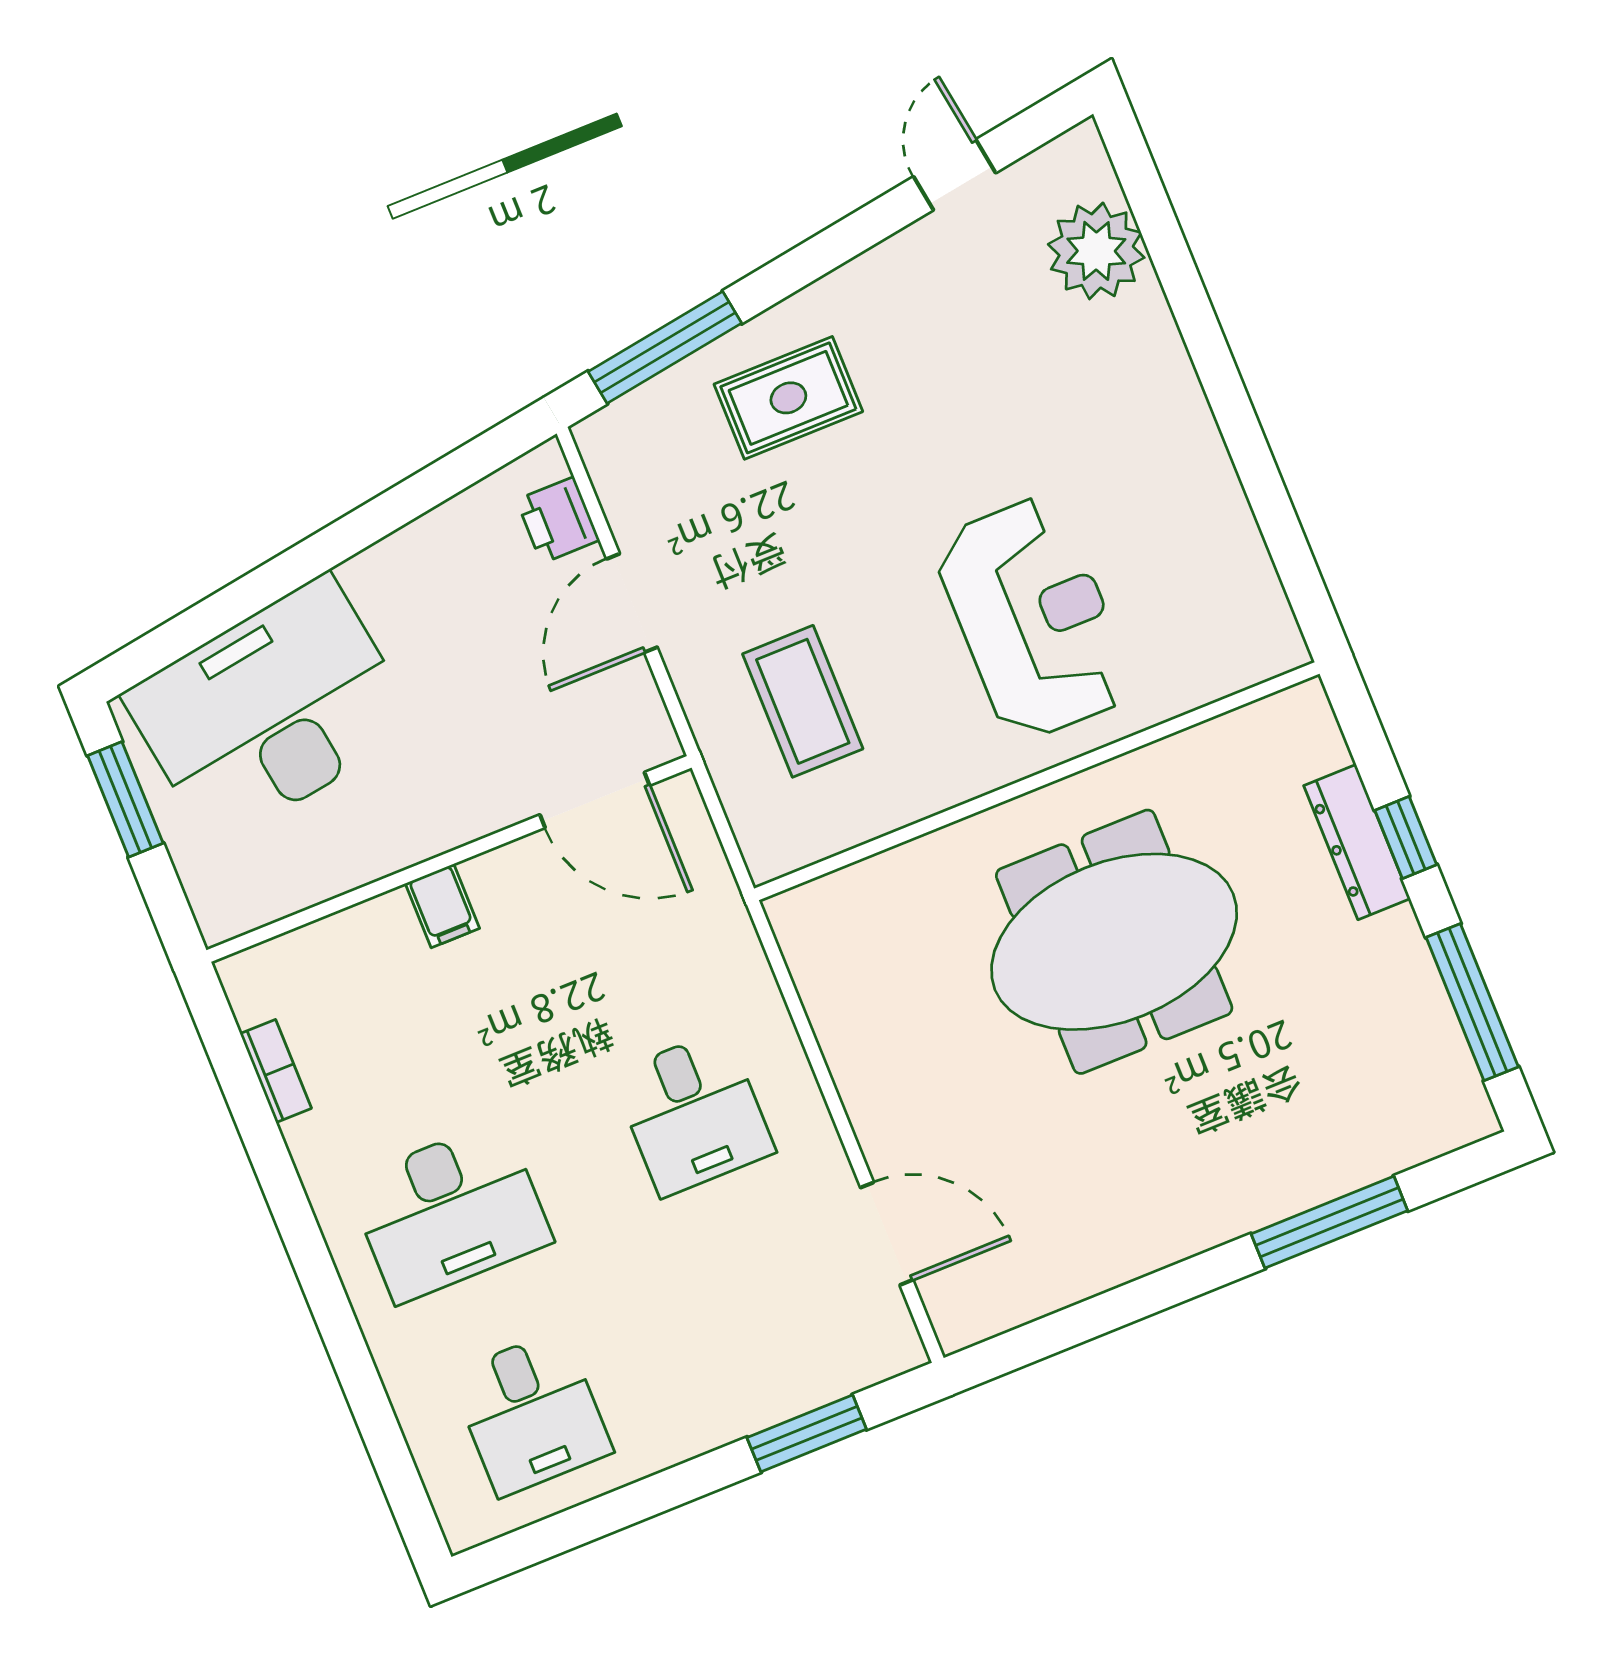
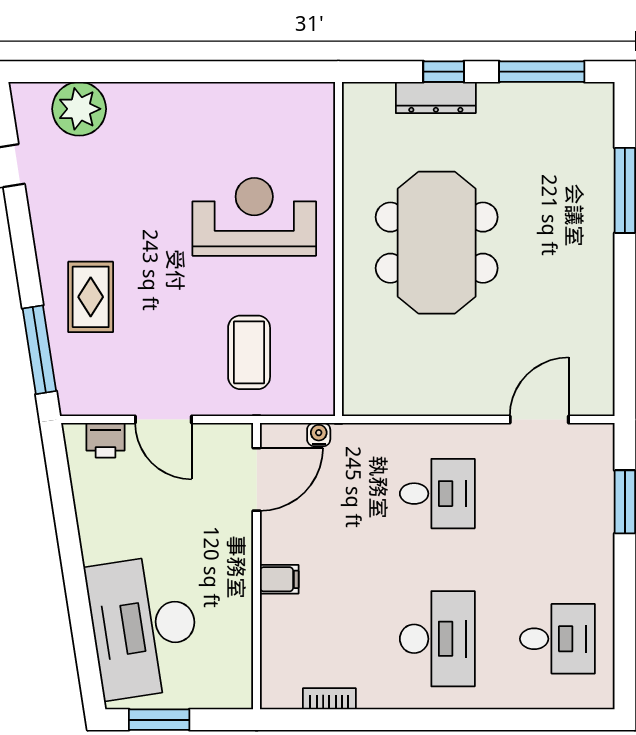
coffee table: (803, 701) -> (249, 352), turned 90
water cooler: (712, 874) -> (319, 435), added

